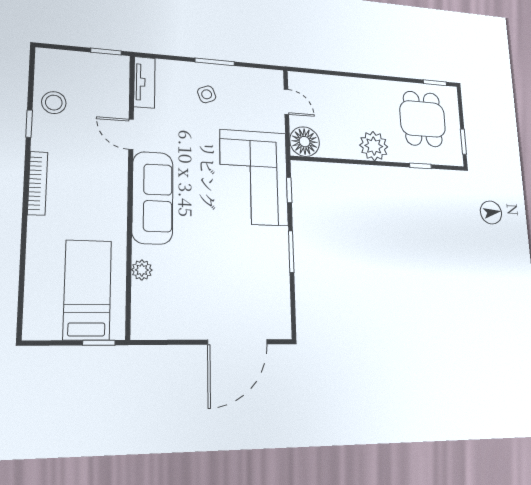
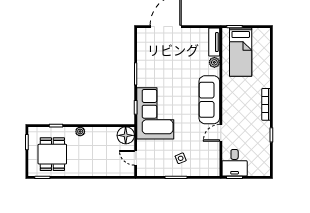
desk: (105, 78) -> (235, 163), added
tv unit: (144, 82) -> (214, 42), moved
stool: (54, 103) -> (260, 147), removed
door: (131, 134) -> (221, 133), swing flipped
plant: (374, 146) -> (80, 131), width x0.53, depth x0.53

